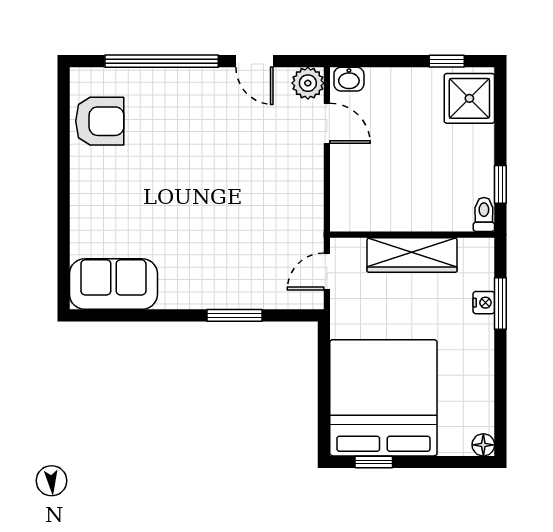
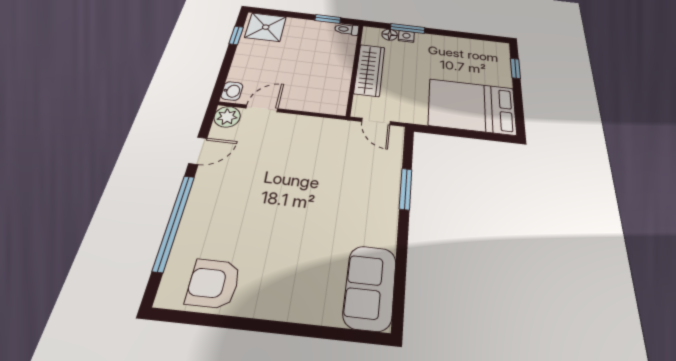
armchair: (100, 121) -> (213, 283), turned -90
bed: (383, 398) -> (472, 106), width x0.73
floor lamp: (483, 445) -> (390, 35), moved
window: (374, 462) -> (515, 68), moved

